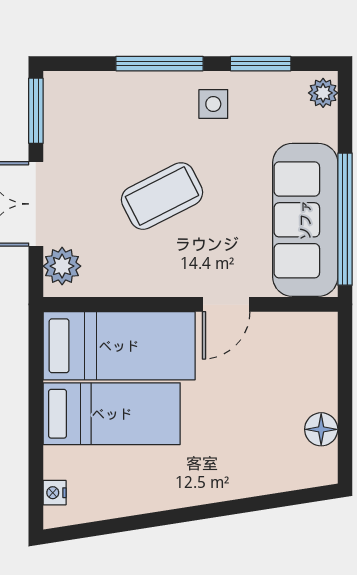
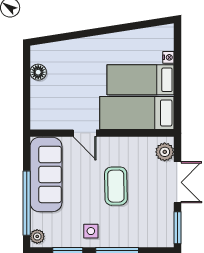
coffee table: (162, 196) -> (116, 186), turned -64
window: (345, 219) -> (27, 203), moved
door: (226, 304) -> (85, 133), swing flipped
nightstand: (55, 493) -> (168, 57), moved

